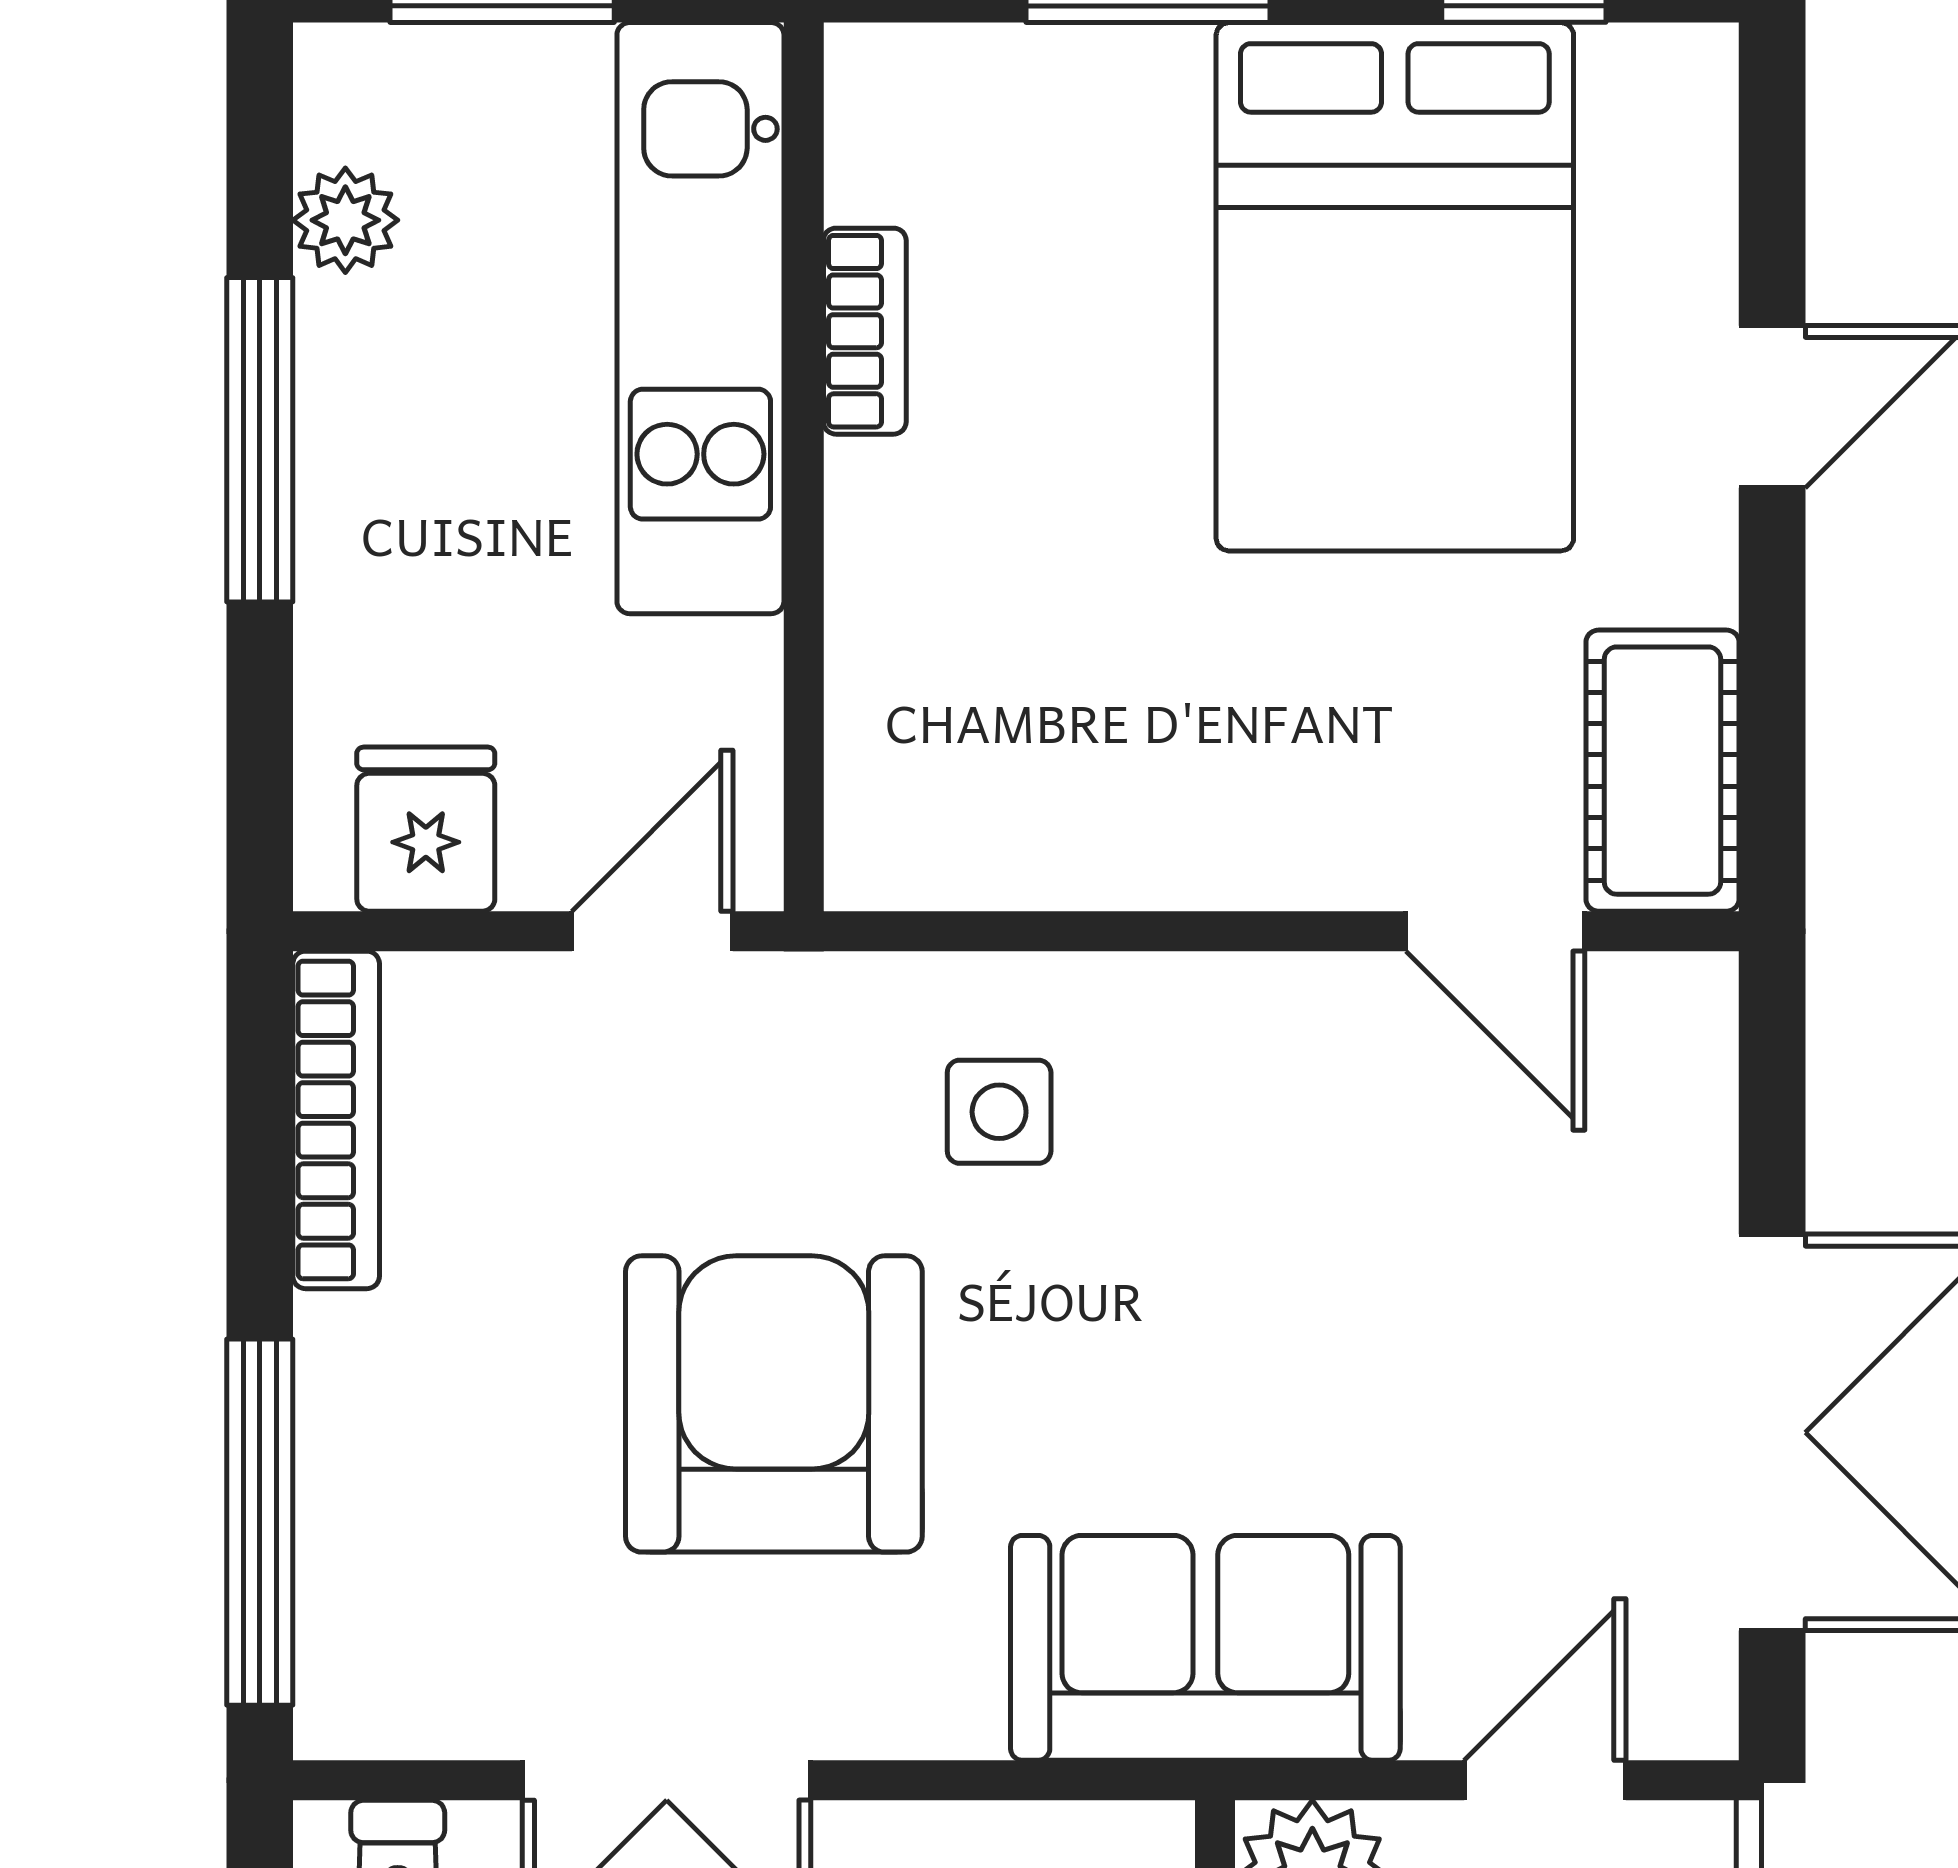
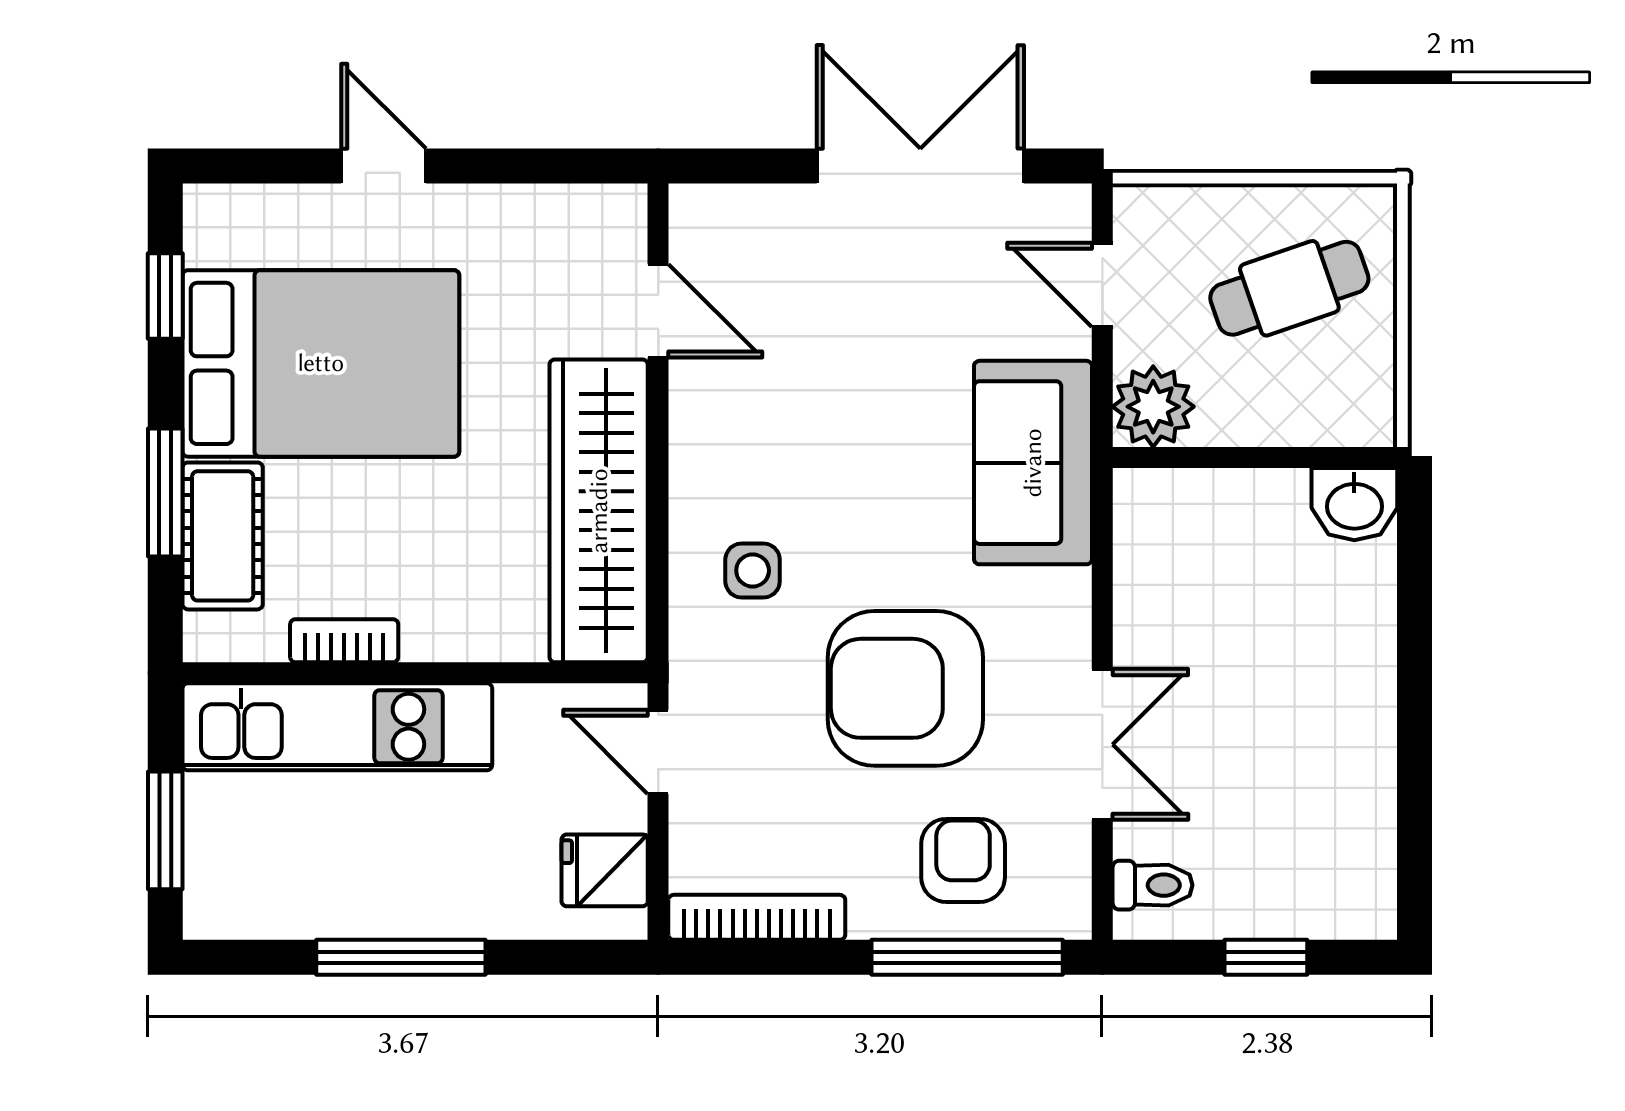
plant: (345, 220) -> (286, 913), removed
cot: (1662, 771) -> (223, 536), moved, turned 90
wardrobe: (1113, 818) -> (599, 511), added
door: (1495, 931) -> (658, 311), hinge flipped
armchair: (445, 1514) -> (963, 860), added

